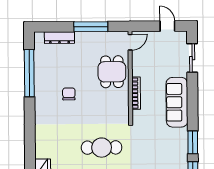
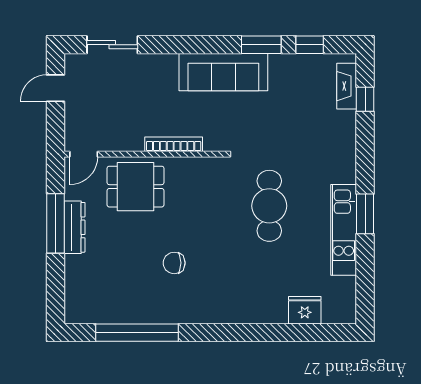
dresser: (59, 38) -> (74, 227), moved
door: (130, 42) -> (84, 154), swing flipped
sofa: (177, 102) -> (223, 72), moved

